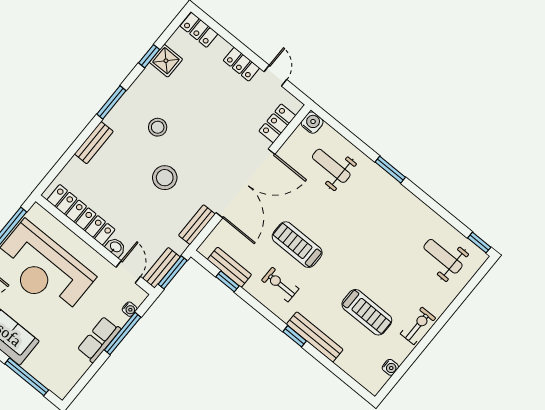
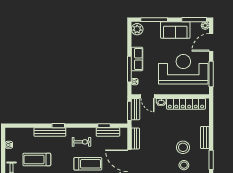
stool: (165, 178) -> (183, 147), moved
plant: (63, 383) -> (137, 29), added

